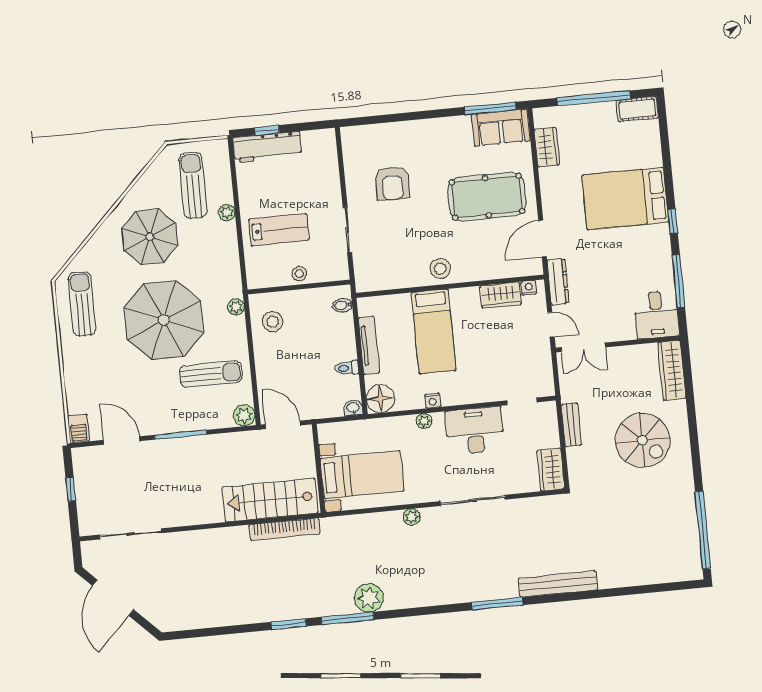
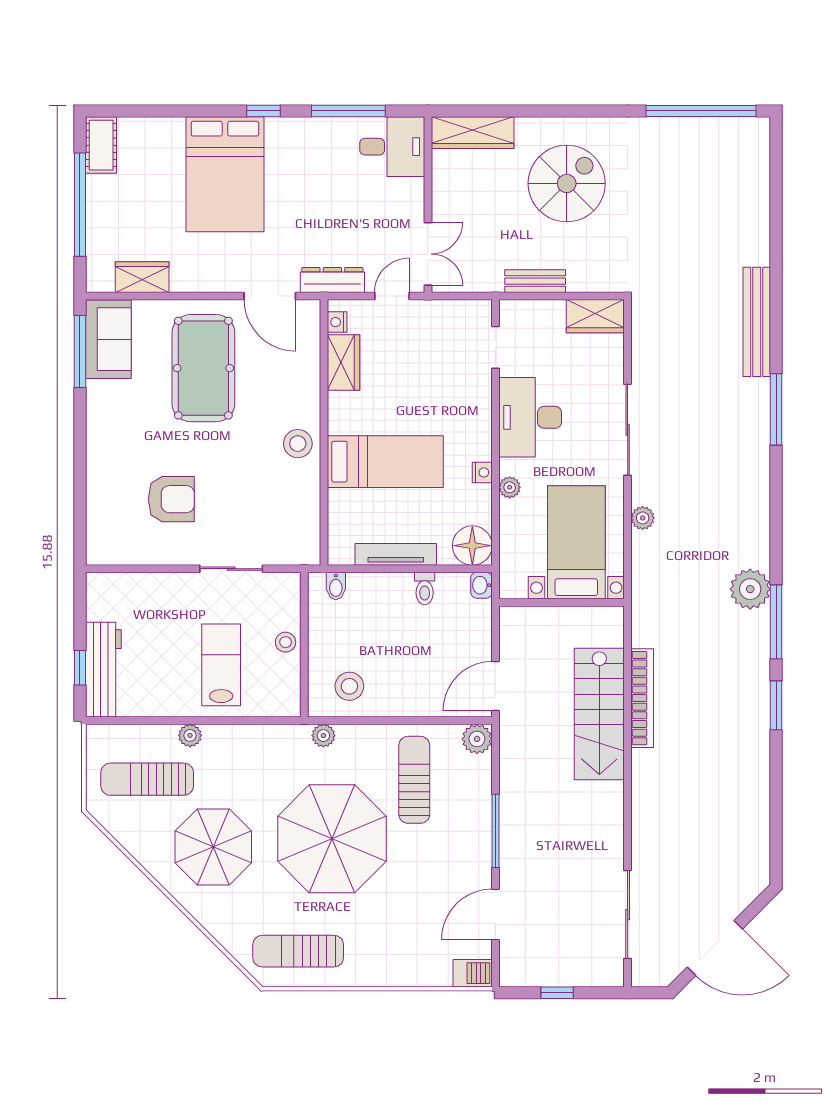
wall: (319, 468) -> (562, 602), moved
bed with nightstands: (362, 475) -> (576, 542), moved

